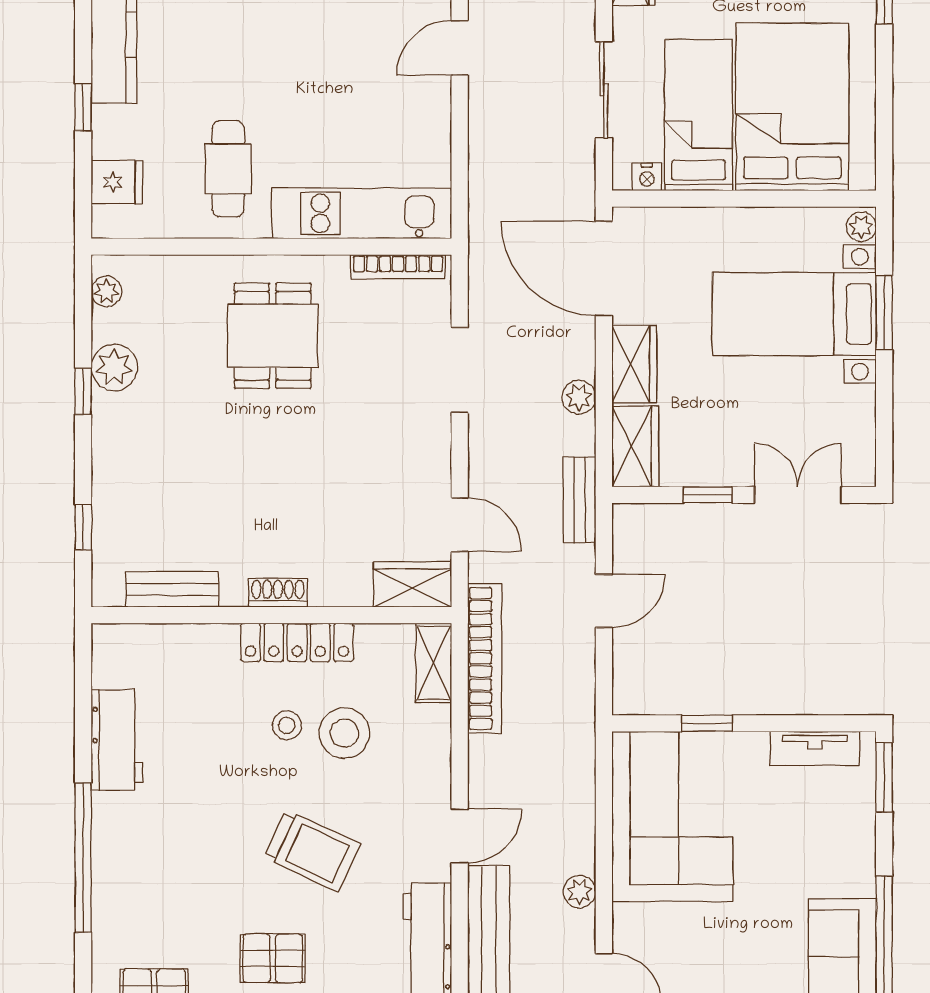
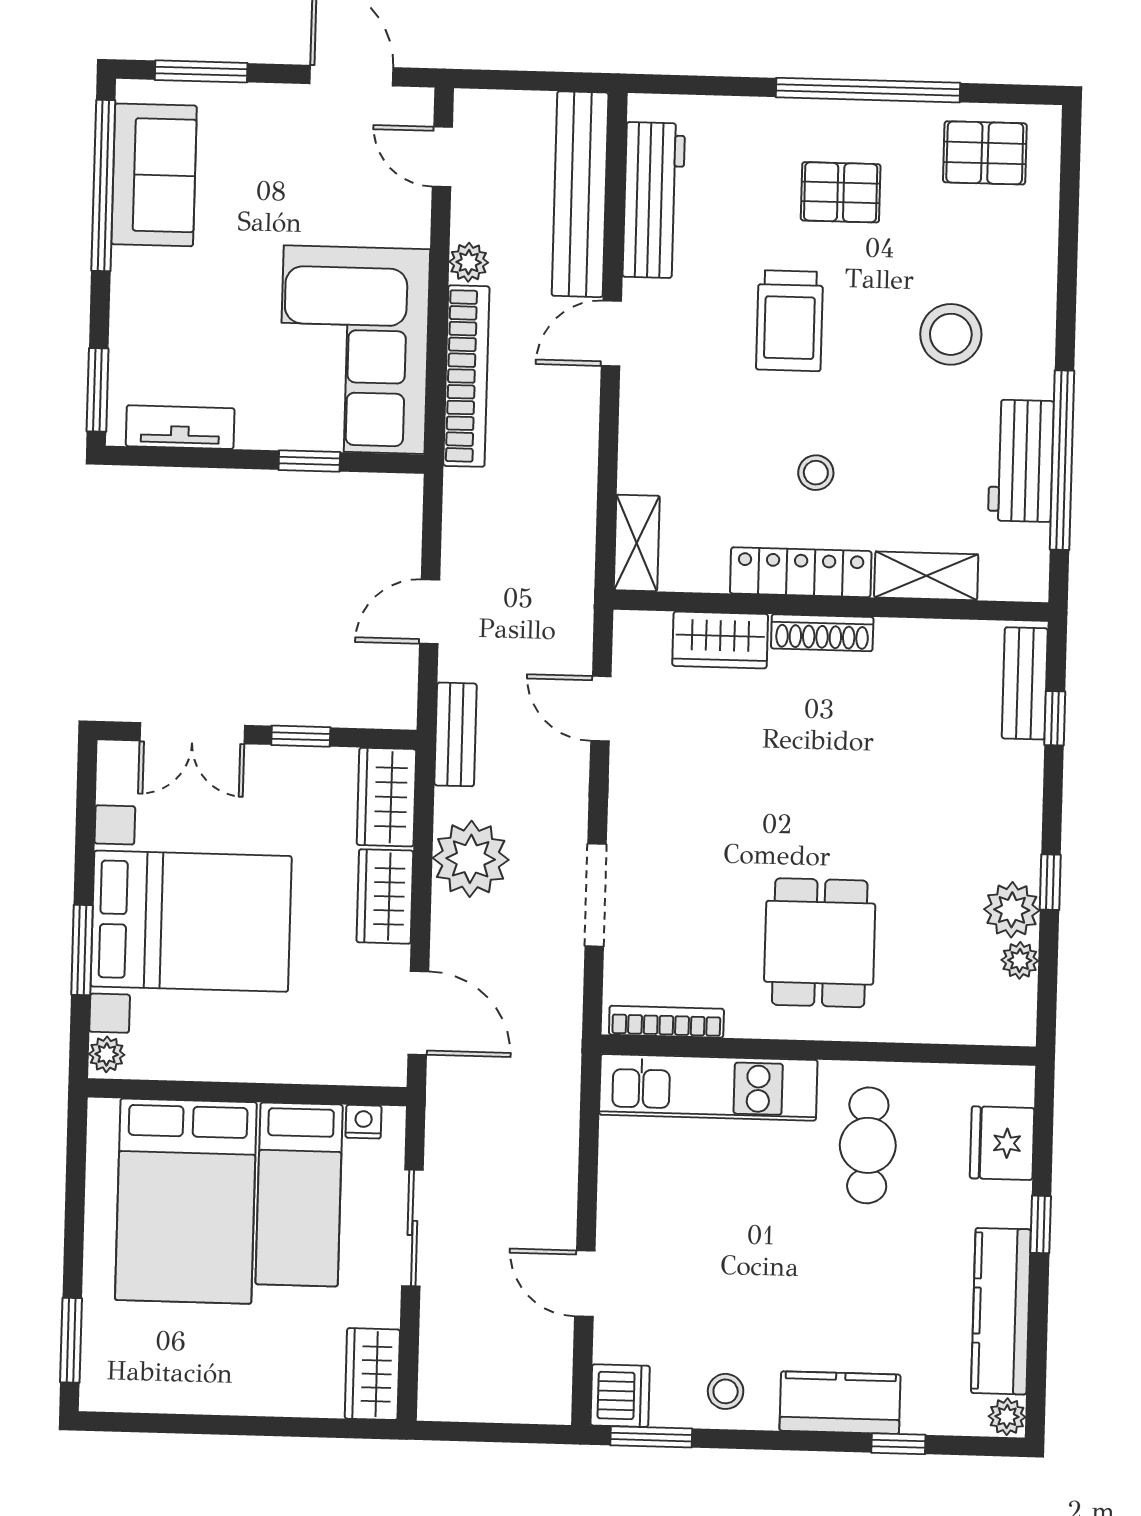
door: (460, 48) -> (585, 1284), swing flipped
fridge: (117, 182) -> (1002, 1143), width x1.38
door: (604, 268) -> (418, 1013), width x0.73
plant: (106, 291) -> (1020, 960), moved
bed with nightstands: (794, 314) -> (191, 921), width x1.36
plant: (579, 397) -> (471, 859), width x1.88, depth x1.88
wardrobe: (412, 584) -> (720, 640), moved
bench: (172, 589) -> (1025, 683), moved, turned 90
shoe rack: (278, 593) -> (822, 633), width x1.43
shelving: (193, 642) -> (926, 576), added
bookcase: (485, 658) -> (466, 376), moved, turned 180
stool: (344, 733) -> (951, 334), moved
trolley: (312, 851) -> (790, 321), turned -115
window: (83, 858) -> (1062, 460), moved

